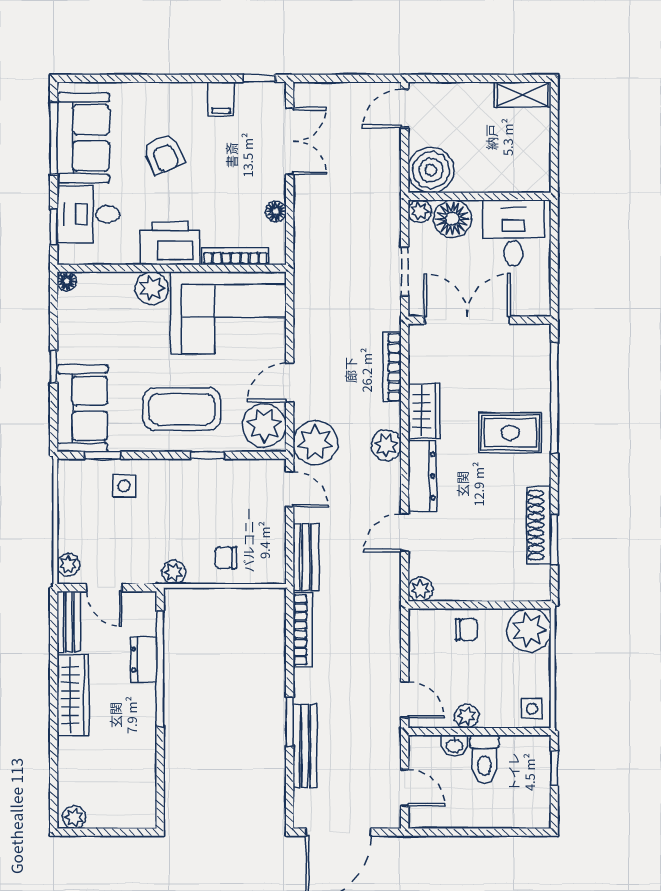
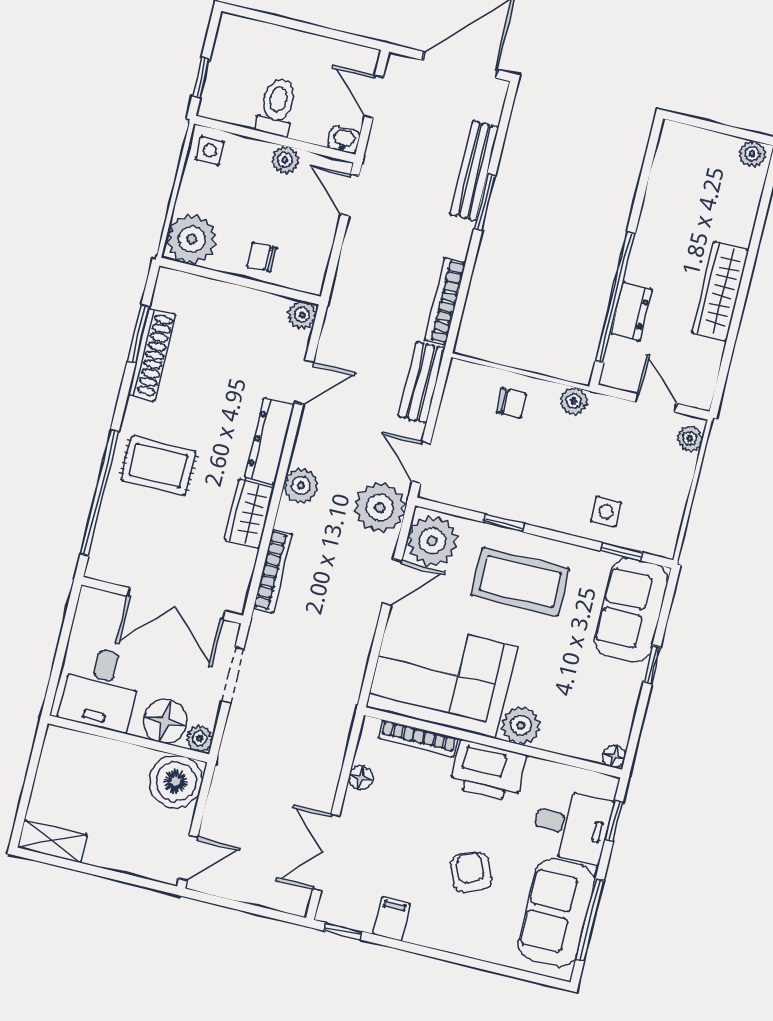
bench: (69, 622) -> (705, 375), removed
washbasin: (455, 745) -> (344, 140), moved

